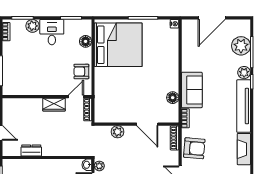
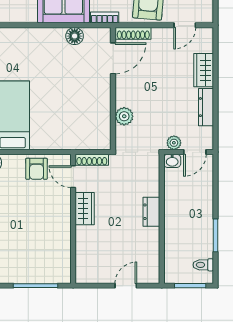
door: (147, 124) -> (113, 58), moved
dresser: (31, 150) -> (151, 212), moved

